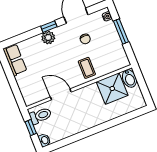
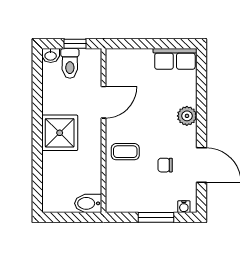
window: (49, 27) -> (201, 123), removed
shower: (112, 89) -> (60, 133), moved
toilet: (41, 116) -> (70, 63), moved

